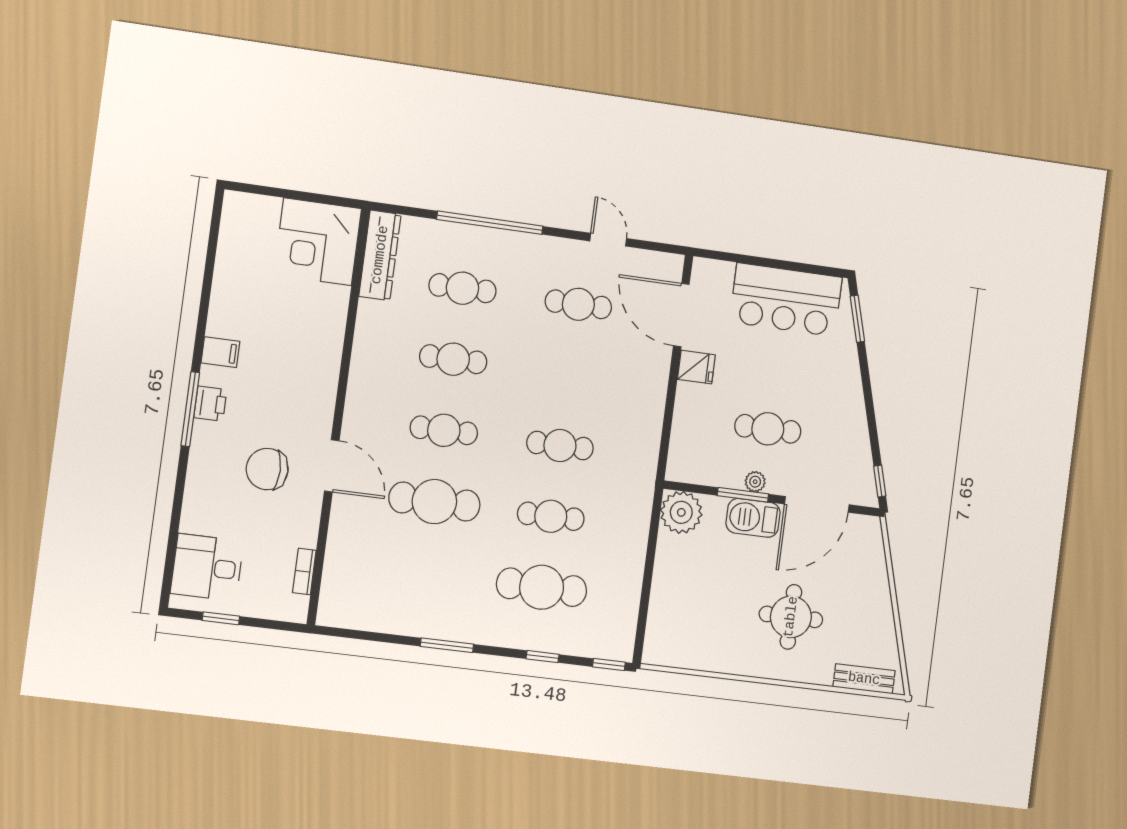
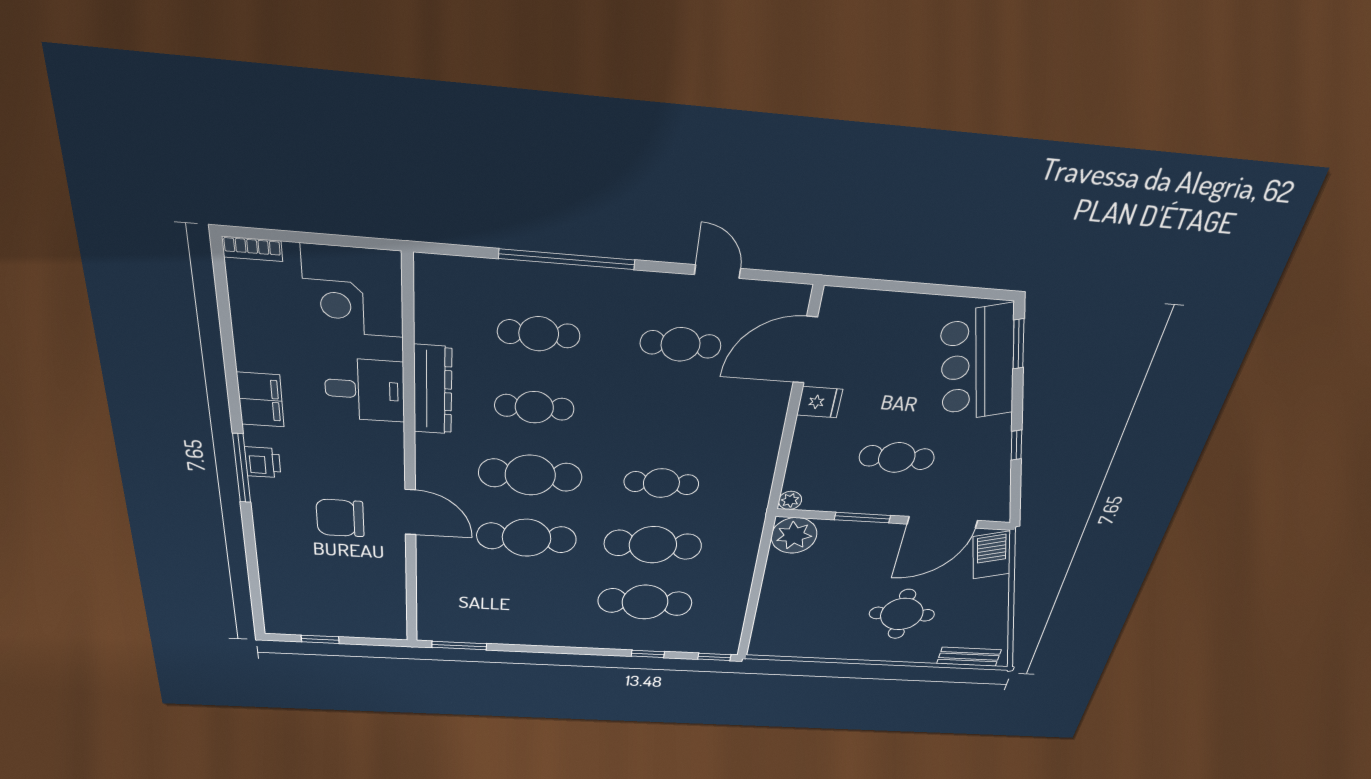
dresser: (380, 255) -> (433, 390), moved
bar counter: (786, 300) -> (977, 364), moved, turned 75
door: (681, 315) -> (805, 350), hinge flipped
filing cabinet: (220, 352) -> (260, 400), width x2.00
cafe table: (444, 430) -> (530, 475), width x1.37, depth x1.35
window: (880, 481) -> (1016, 445), moved
plant: (755, 482) -> (790, 500), moved
cafe table: (551, 516) -> (653, 545), width x1.37, depth x1.35
barbecue: (753, 518) -> (992, 555), moved, turned 75
desk: (207, 567) -> (365, 390), moved, turned 180
bookcase: (304, 571) -> (252, 249), moved, turned -90
window: (447, 645) -> (459, 645), moved

